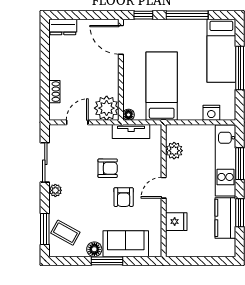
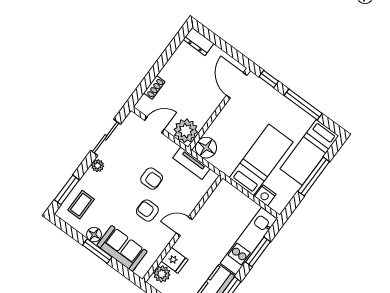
bed: (162, 86) -> (261, 160), moved
floor lamp: (128, 115) -> (206, 148), width x1.89, depth x1.89
plant: (174, 151) -> (162, 274), moved
armchair: (124, 197) -> (147, 211), turned 90
coffee table: (65, 233) -> (81, 205), turned 61

